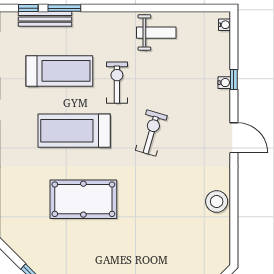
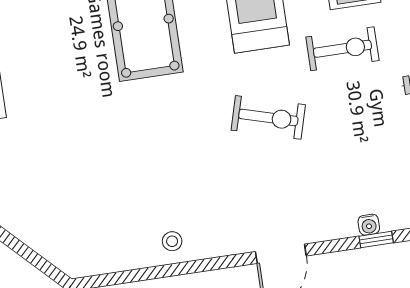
stool: (217, 201) -> (172, 241), width x0.53, depth x0.53

